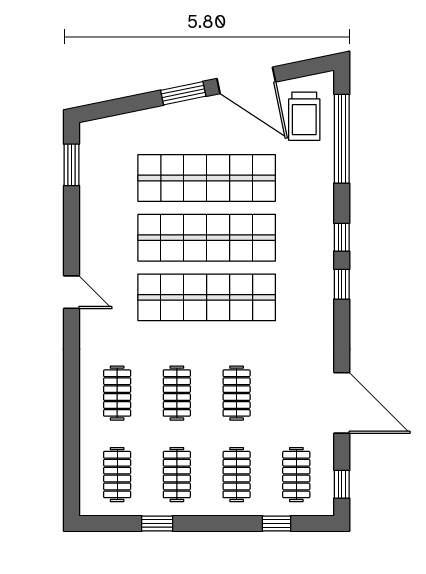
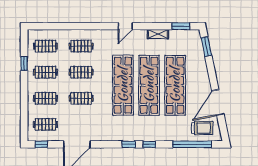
window: (183, 93) -> (206, 47), moved
trolley: (304, 116) -> (202, 128), turned 180
shelving: (90, 218) -> (158, 34), added
window: (277, 523) -> (24, 116), removed

